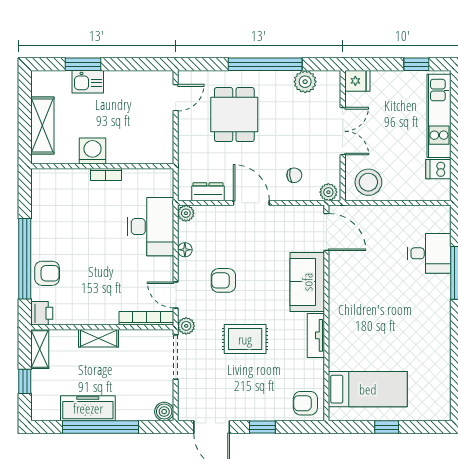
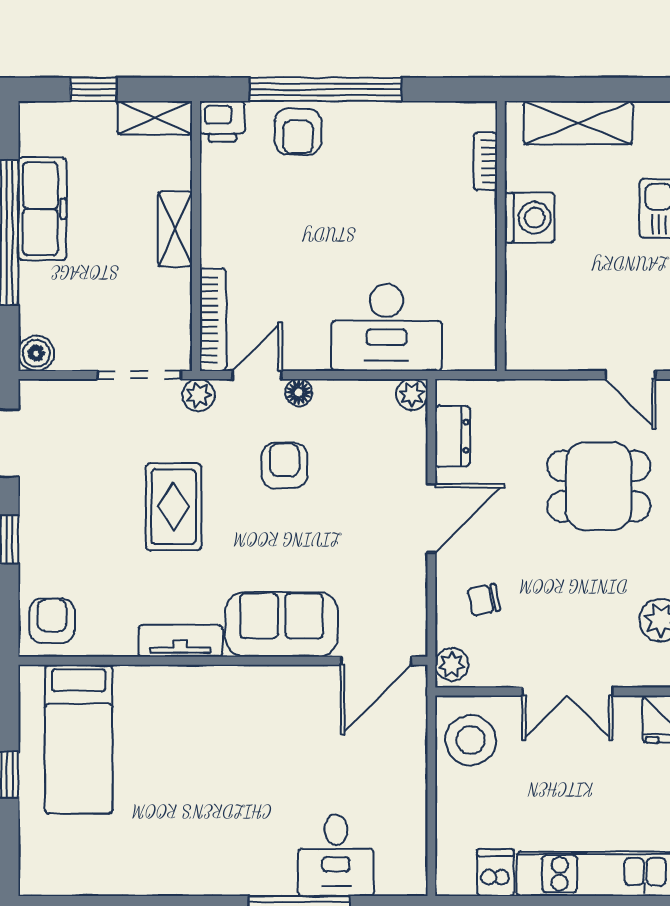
bookcase: (106, 174) -> (485, 161), moved
chair: (294, 175) -> (484, 600), turned 84
floor lamp: (185, 250) -> (299, 392), moved

